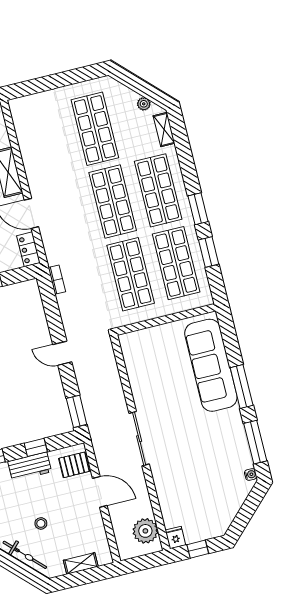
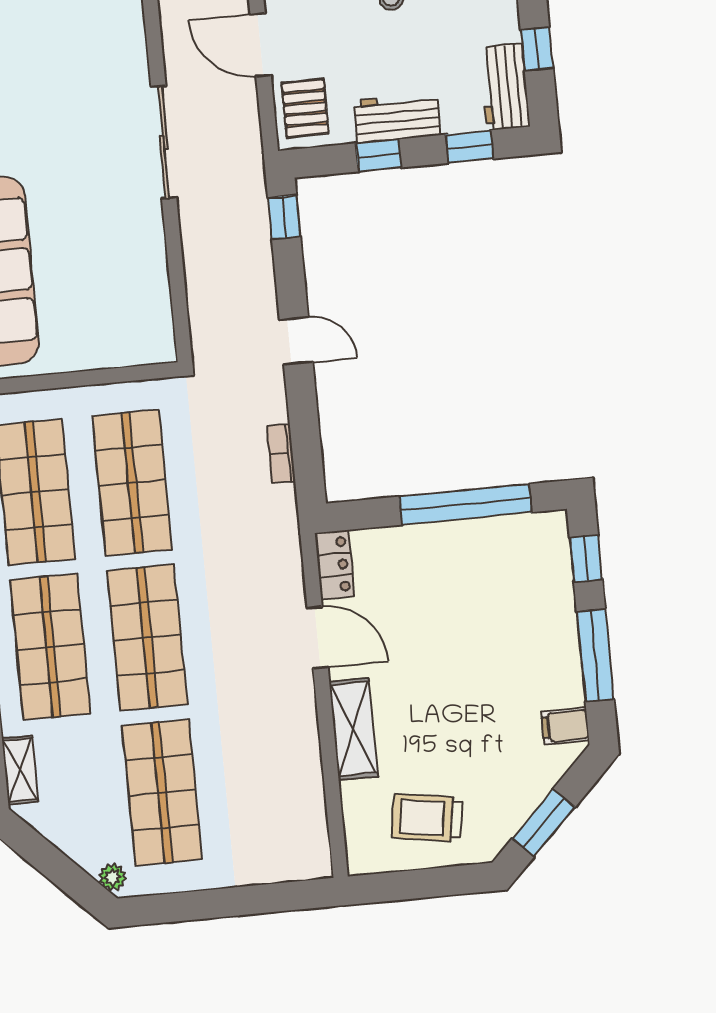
plant: (144, 104) -> (112, 877), moved
bookcase: (57, 280) -> (281, 454), moved
window: (77, 411) -> (284, 217), width x0.67
pallet: (74, 465) -> (305, 108), turned 90

